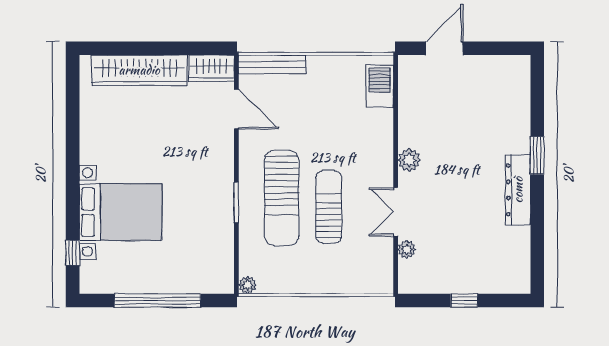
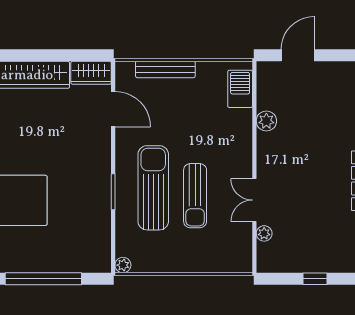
bench: (272, 64) -> (165, 69), moved
plant: (409, 160) -> (266, 121), moved
sun lounger: (282, 198) -> (153, 188), turned 180
sun lounger: (329, 207) -> (195, 196), turned 180

